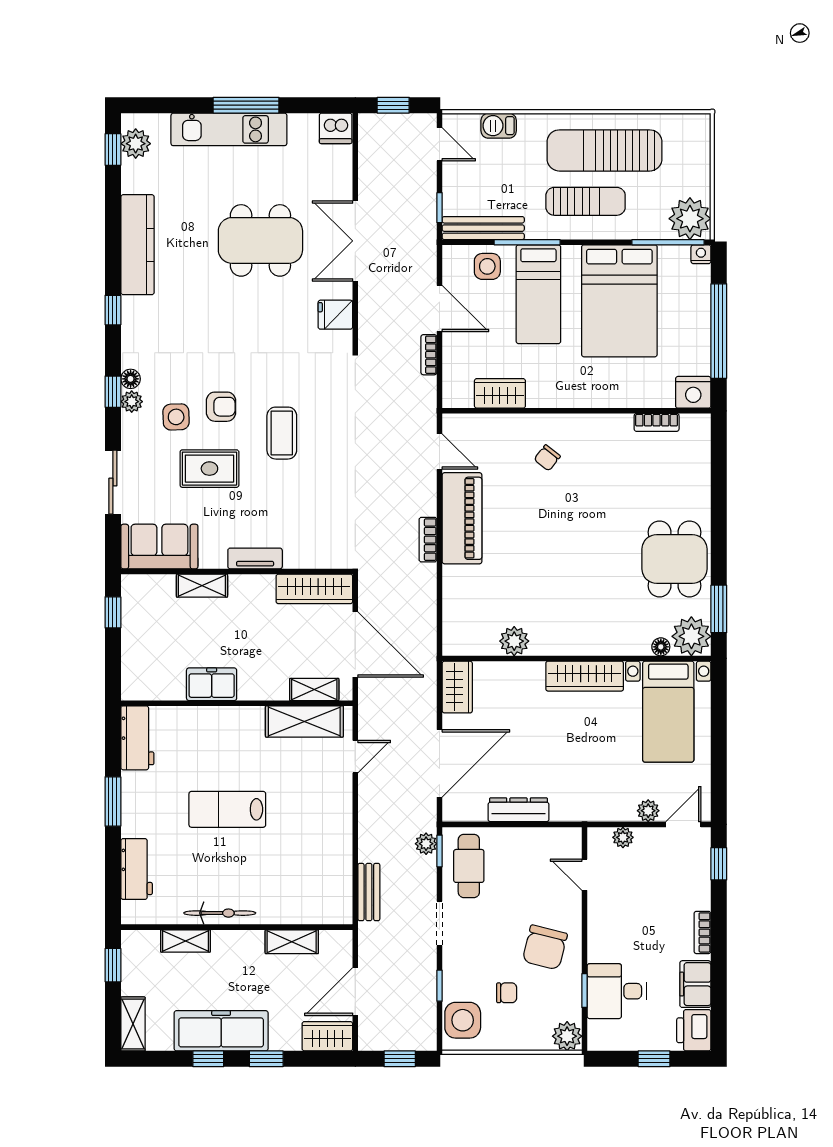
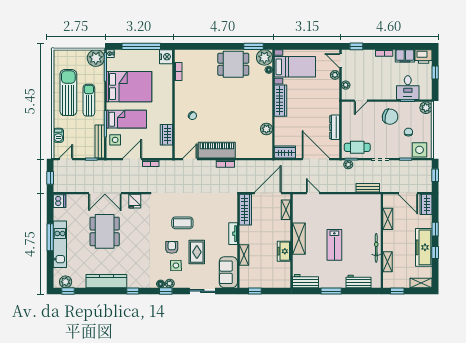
sun lounger: (605, 150) -> (68, 93), turned 180
shelving: (304, 721) -> (299, 239), moved

